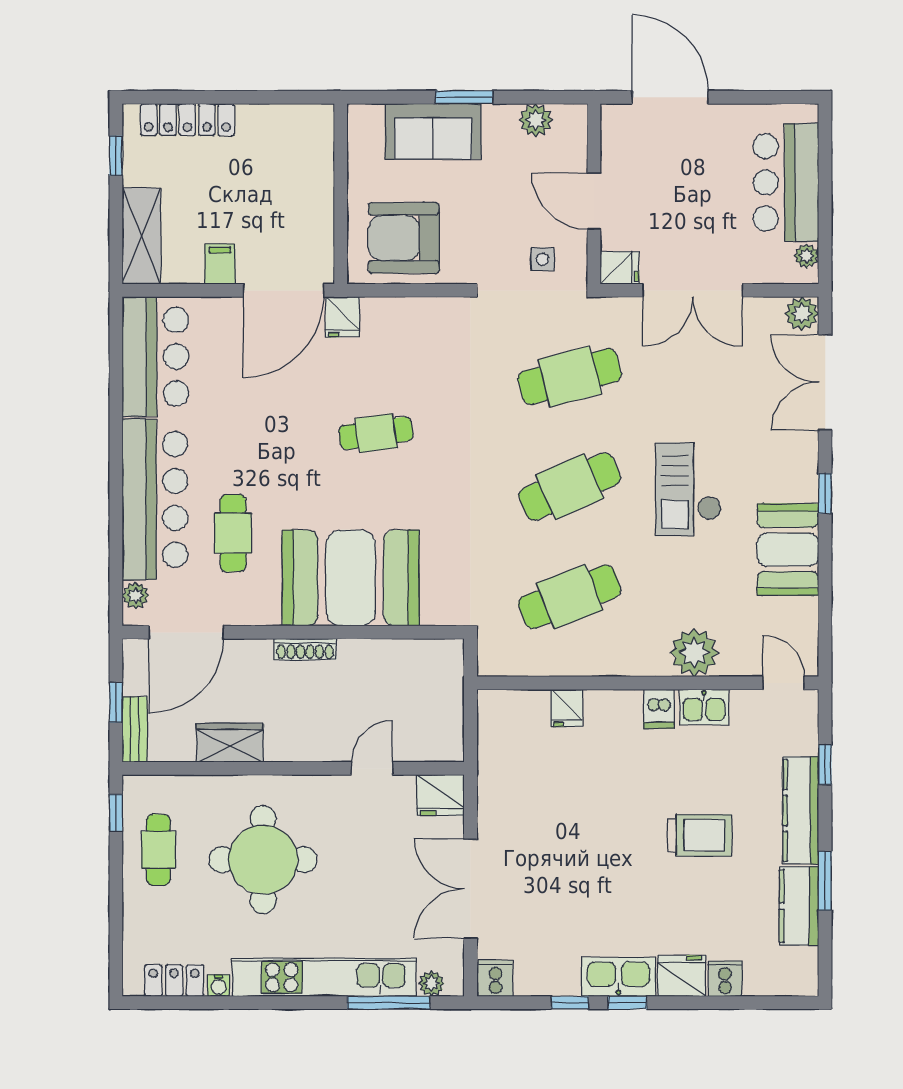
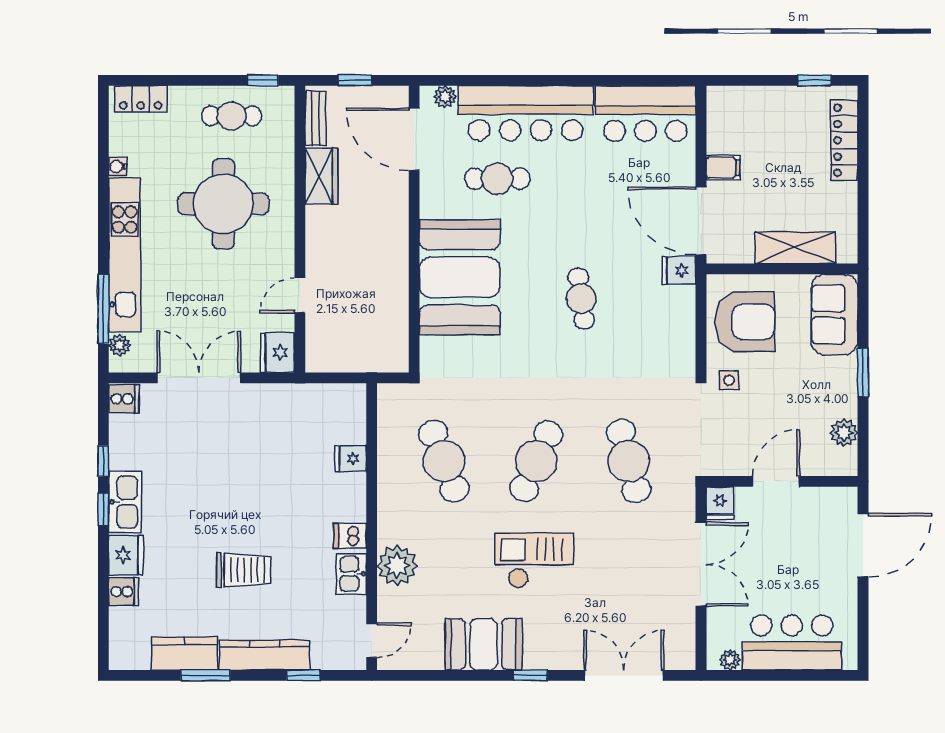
sofa: (433, 131) -> (834, 315), moved
shelving: (141, 236) -> (795, 247), moved
armchair: (404, 238) -> (745, 322), turned 90
side table: (542, 259) -> (729, 380), moved
double door: (693, 290) -> (701, 564), swing flipped
plant: (802, 314) -> (682, 656), removed
cafe table: (570, 487) -> (536, 461), turned 48
shoe rack: (305, 649) -> (400, 239), removed
bench: (135, 729) -> (316, 118), moved, turned 90
door: (372, 768) -> (300, 295), swing flipped
trolley: (699, 835) -> (244, 570), turned -90
locker: (174, 981) -> (141, 99), moved, turned 90

